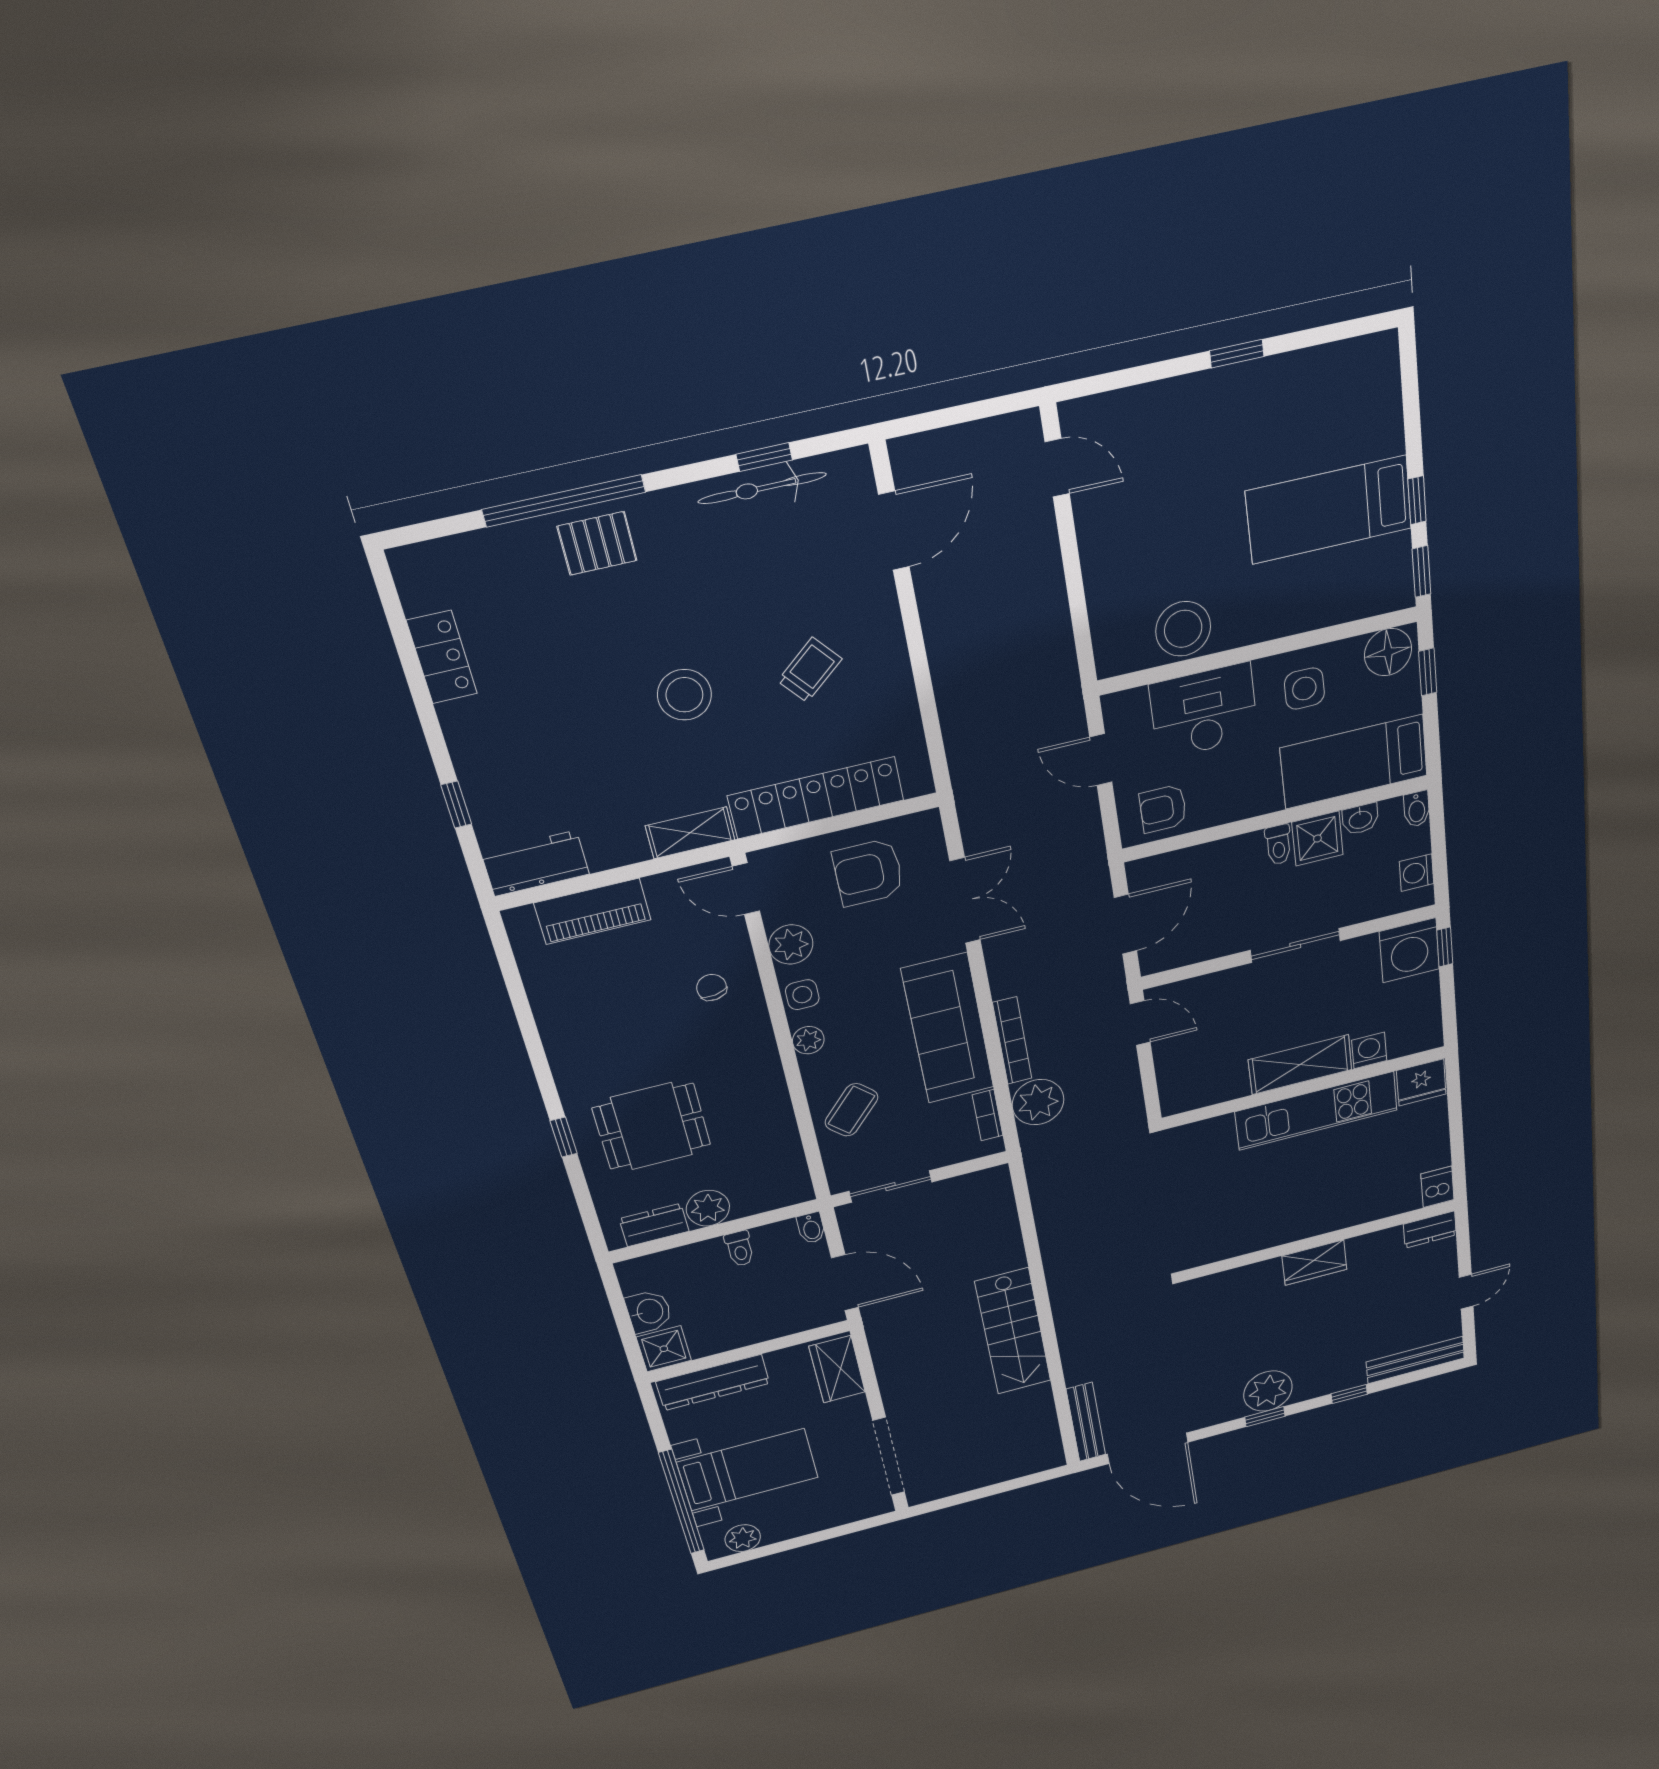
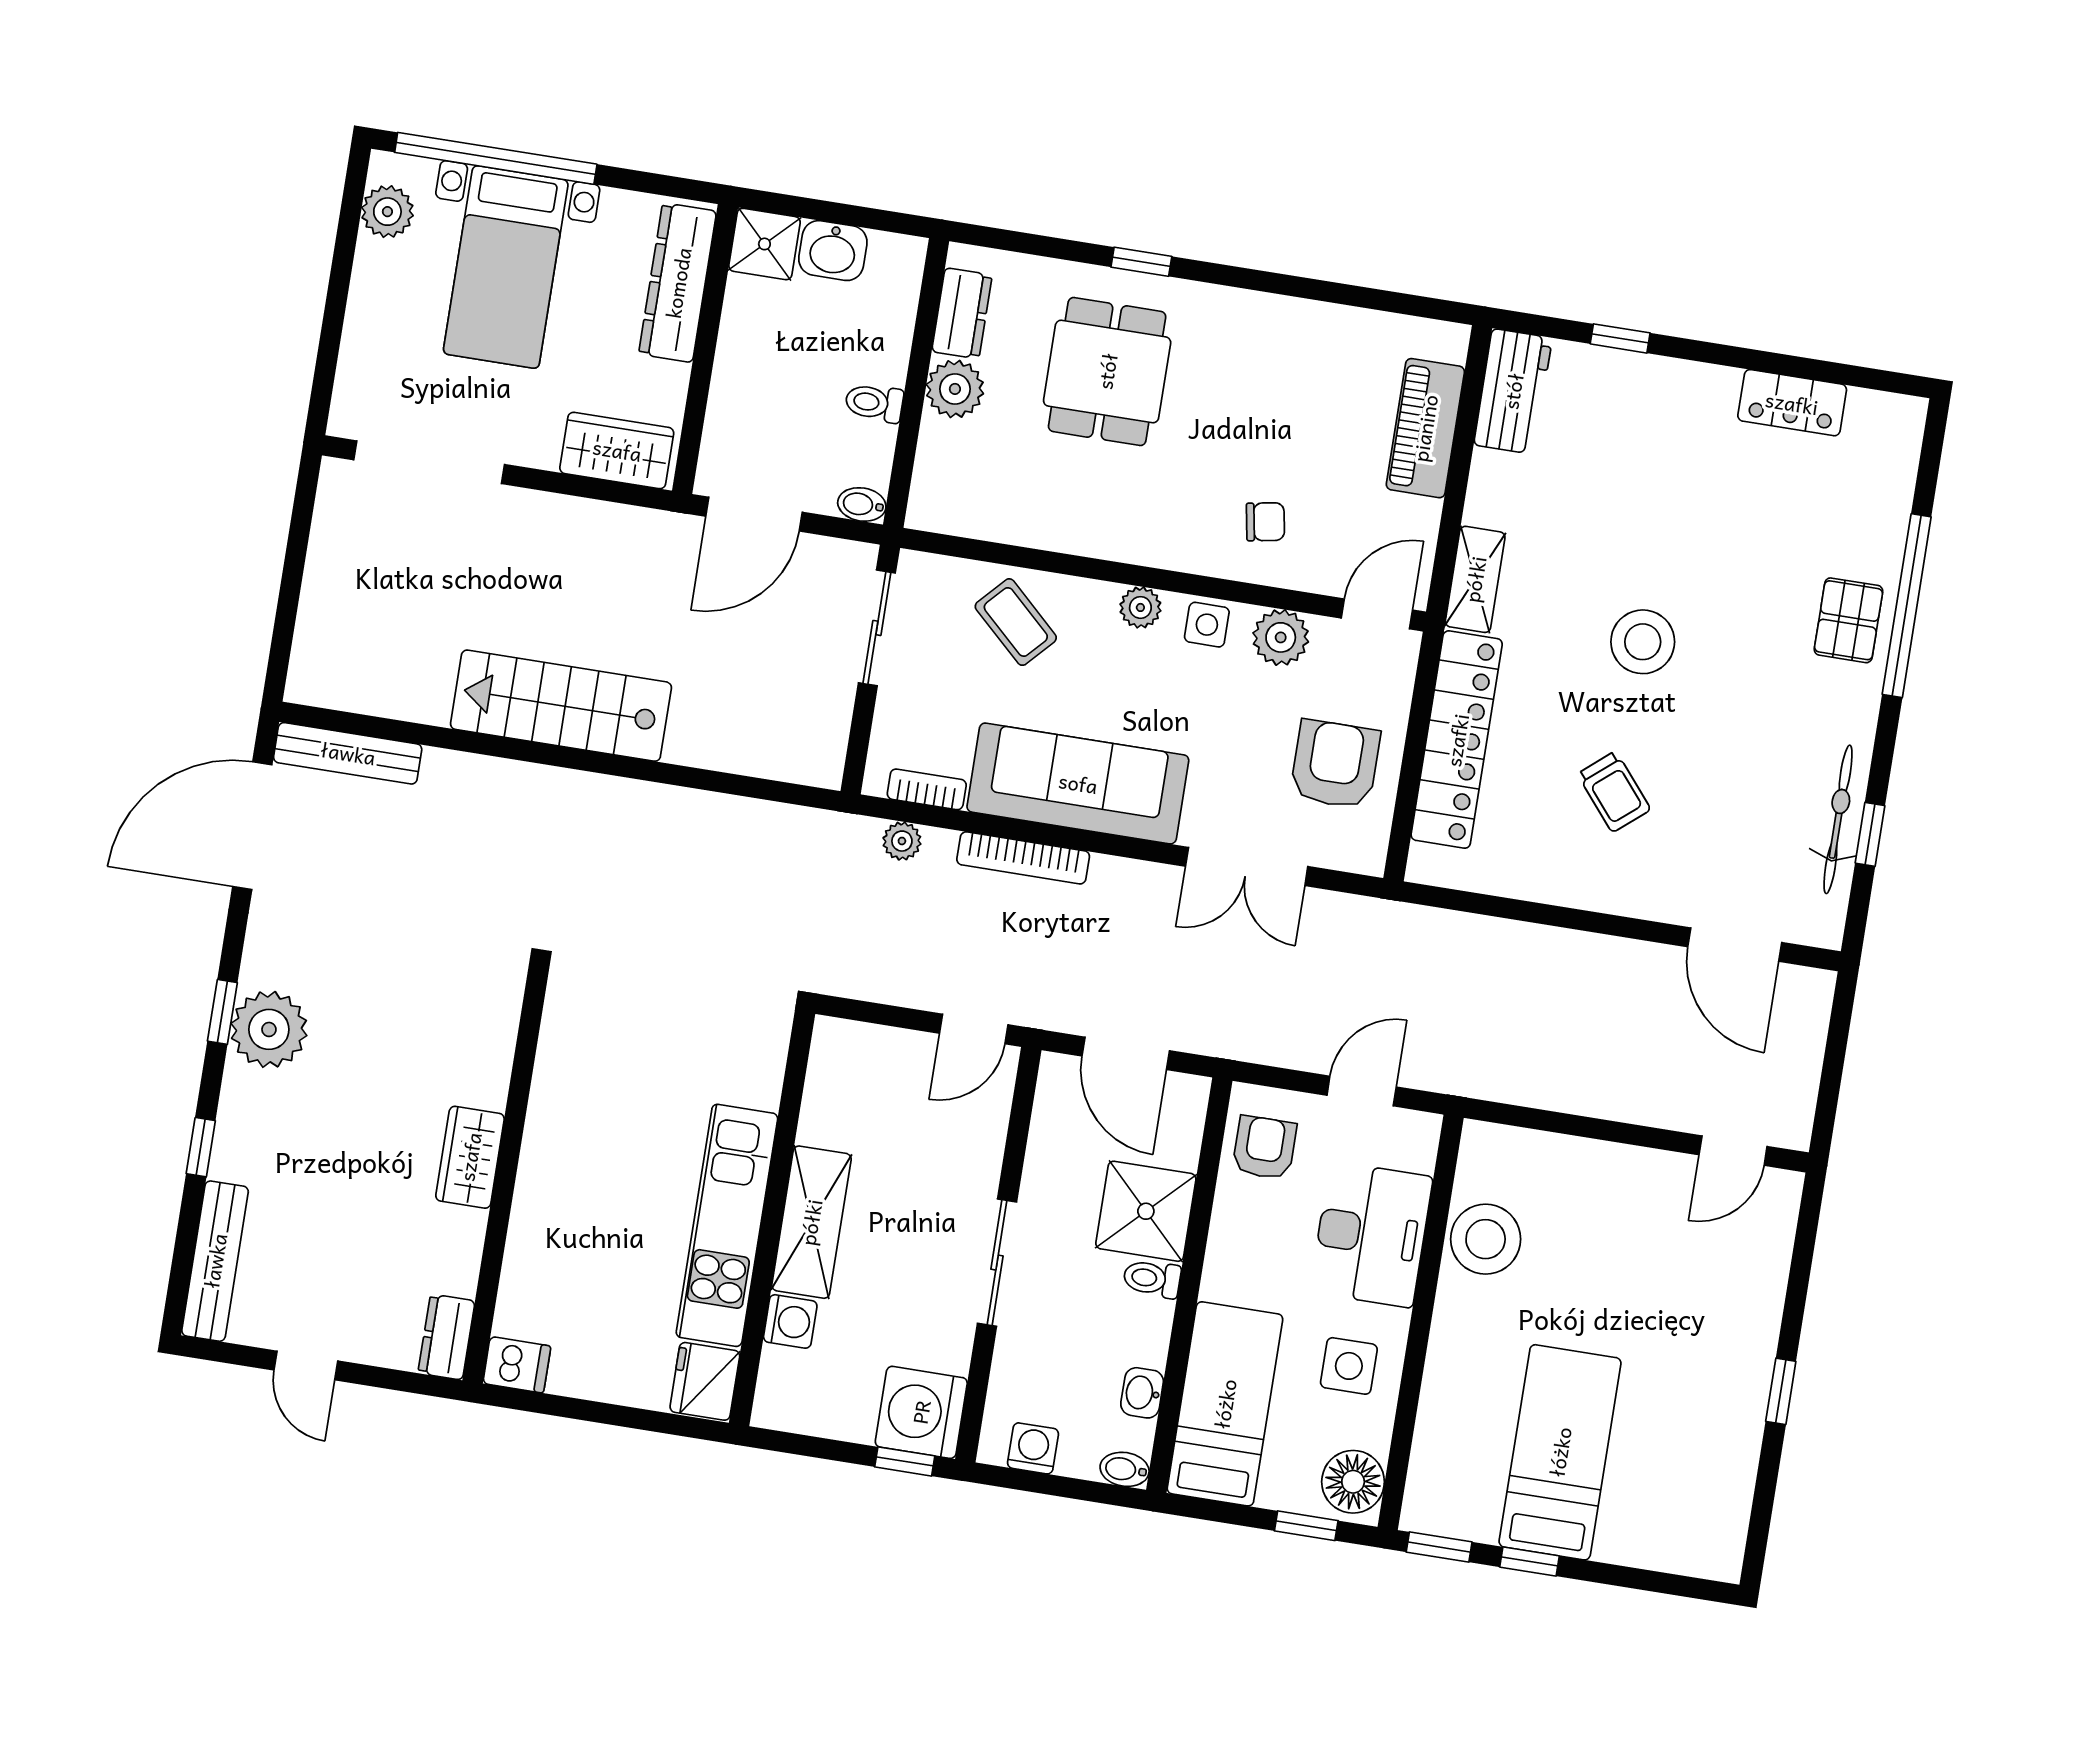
shower: (1317, 839) -> (1146, 1211), moved, width x1.36, depth x1.36
plant: (1038, 1102) -> (902, 841), width x0.53, depth x0.53

